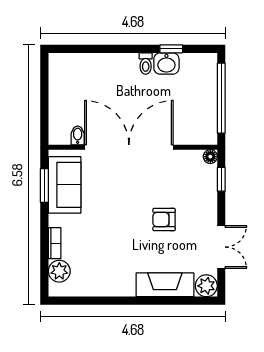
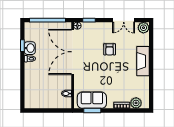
double door: (129, 147) -> (73, 52), moved
double door: (221, 247) -> (124, 20), swing flipped
fireplace: (165, 285) -> (143, 61), moved

